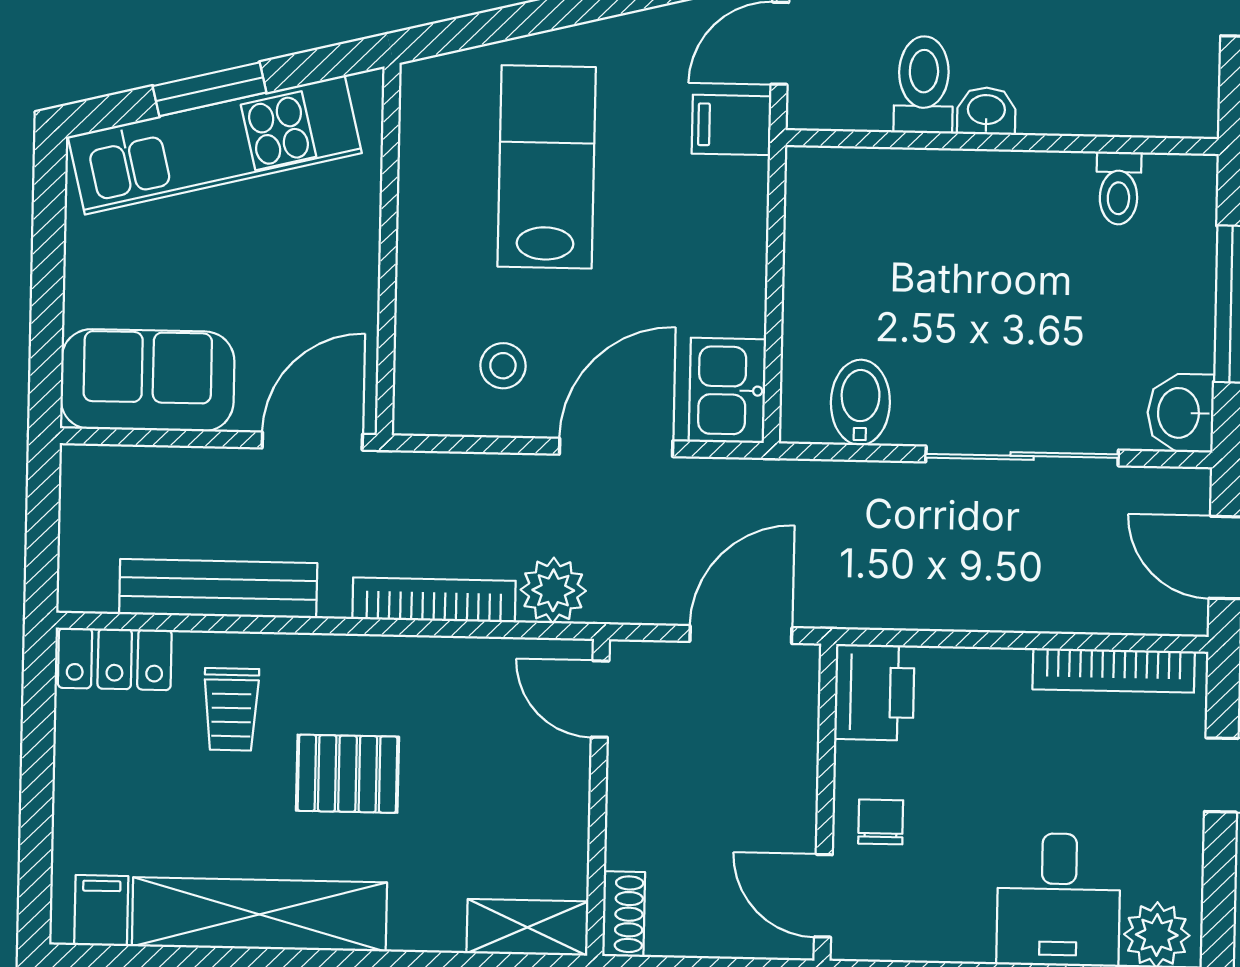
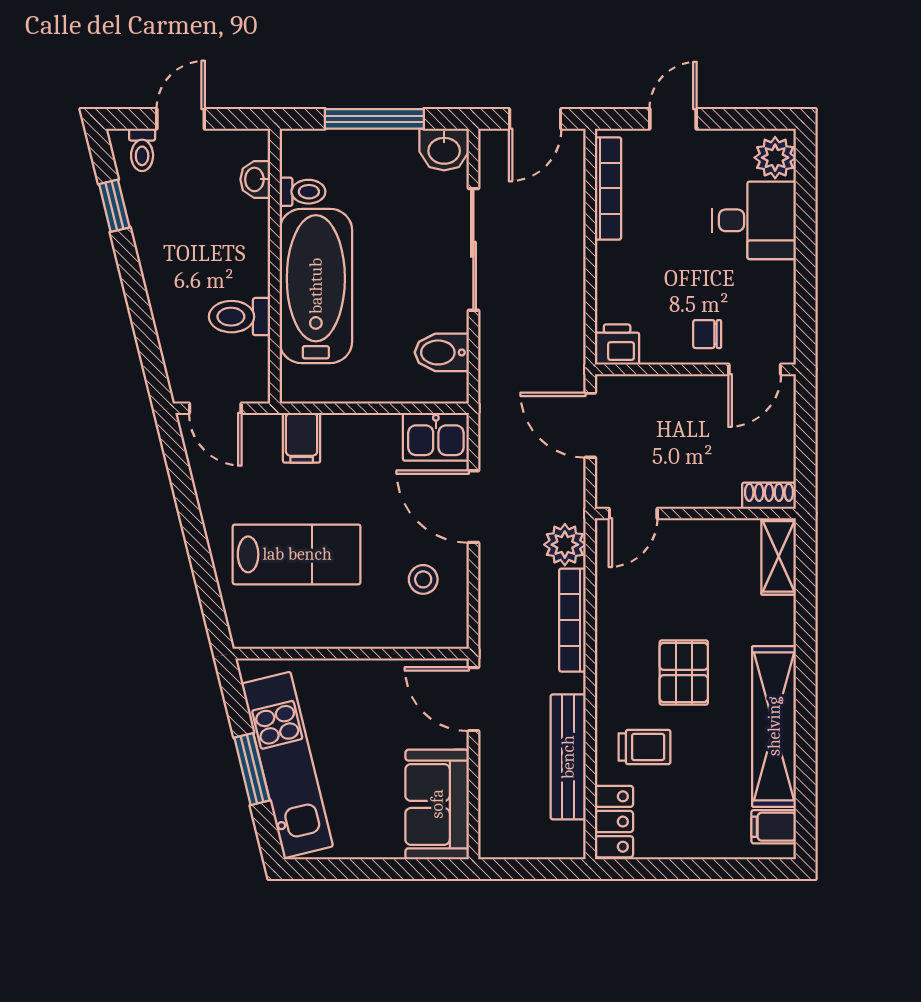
washbasin: (986, 111) -> (255, 179), moved
filing cabinet: (731, 125) -> (302, 438), moved
lab bench: (547, 167) -> (297, 554), turned 180
bathtub: (969, 206) -> (316, 286), added
printer: (874, 692) -> (617, 345), width x0.73, depth x0.81

